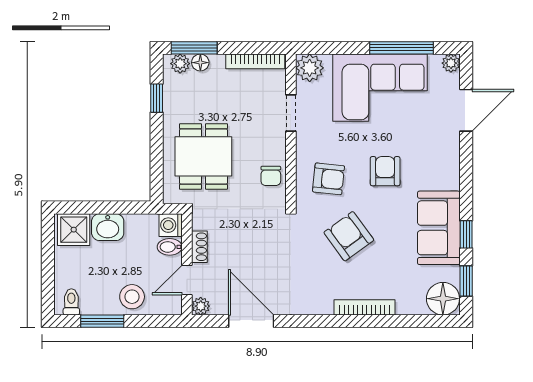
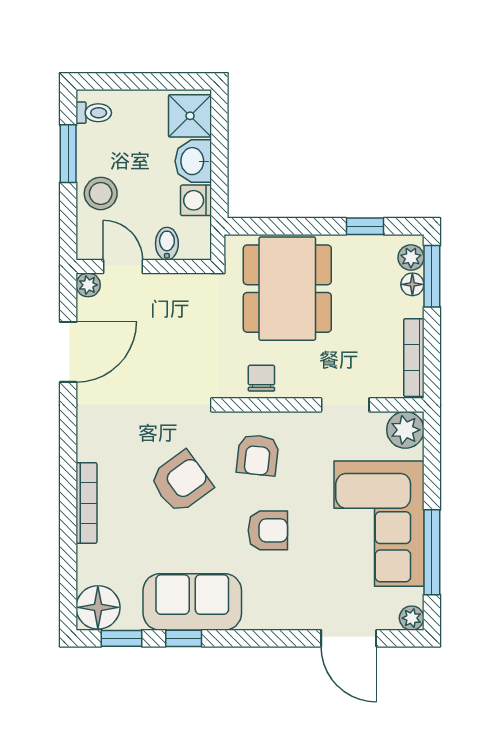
dining table: (203, 156) -> (287, 289), width x1.38
chair: (271, 176) -> (261, 378), turned 90
washing machine: (171, 225) -> (196, 200), moved, turned -90
shoe rack: (199, 247) -> (167, 283), removed

